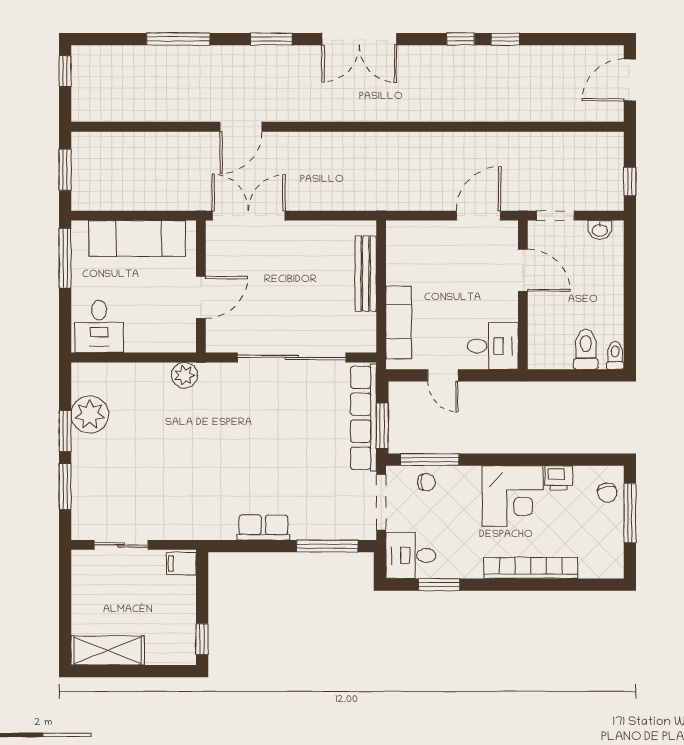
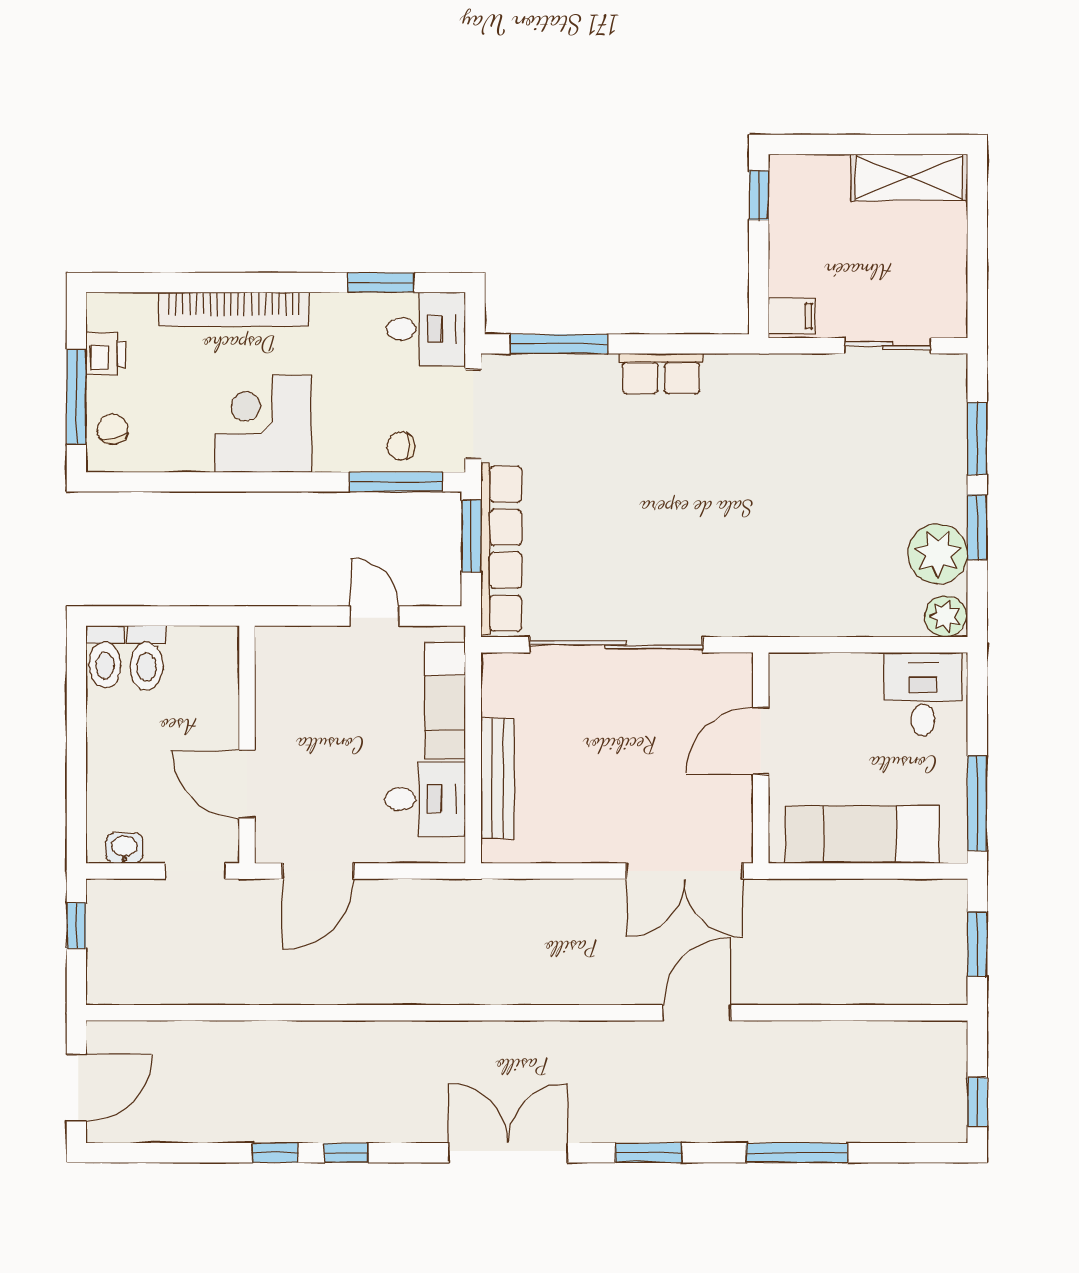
desk: (493, 346) -> (425, 799), moved, turned 180
toilet: (615, 355) -> (105, 657), width x1.37, depth x1.39
plant: (184, 375) -> (945, 616), moved
printer: (559, 478) -> (106, 354), moved, turned 90

